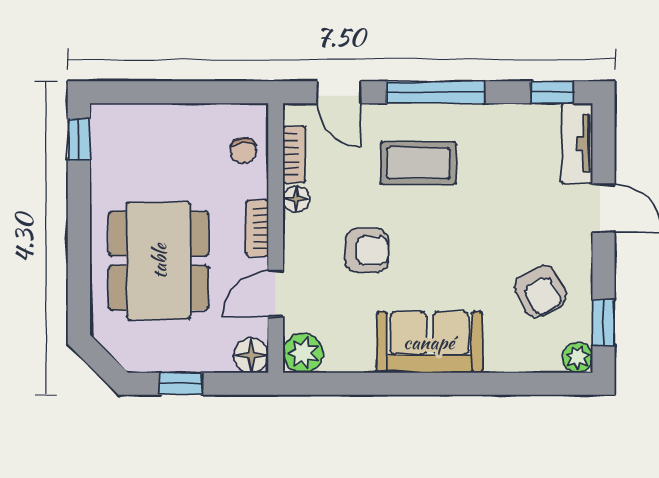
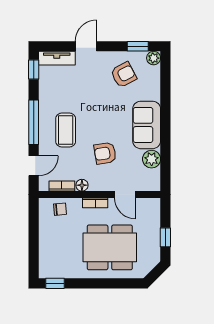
armchair: (367, 250) -> (105, 153), turned -99
plant: (303, 353) -> (152, 159), moved
floor lamp: (251, 355) -> (153, 206), removed

